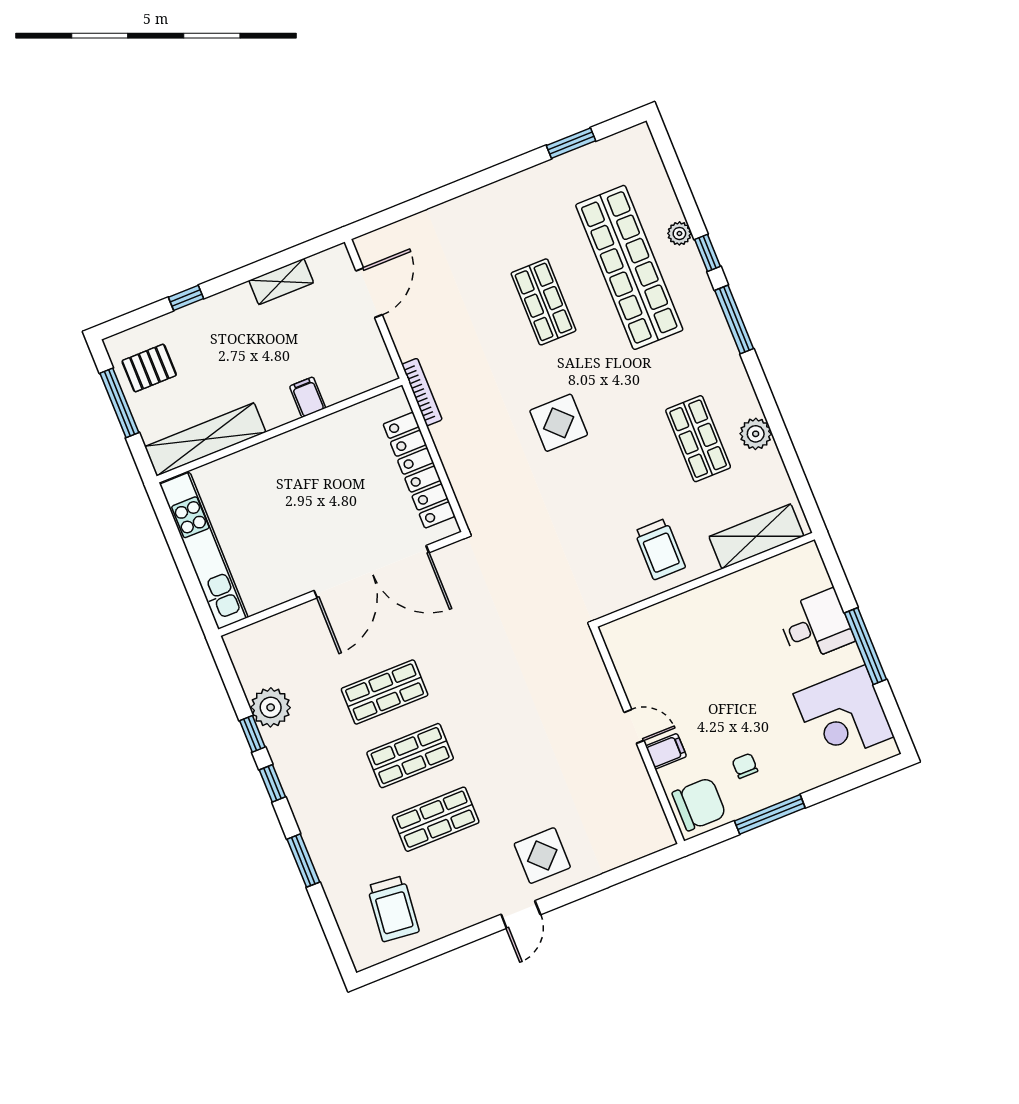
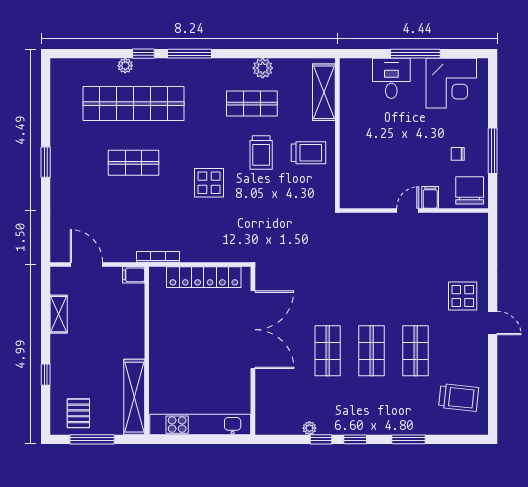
window: (571, 143) -> (46, 162), moved
filing cabinet: (308, 397) -> (134, 275), moved
trolley: (633, 481) -> (261, 153), added
plant: (271, 707) -> (309, 428), width x0.53, depth x0.53

